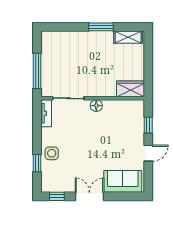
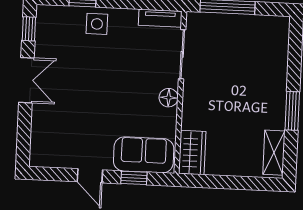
sofa: (123, 181) -> (144, 155), moved, turned -90

